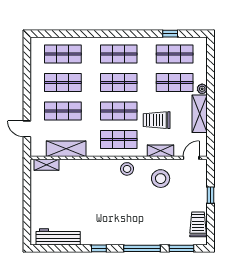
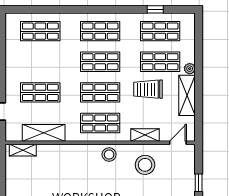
shop shelf: (63, 82) -> (40, 62), removed
trolley: (157, 120) -> (148, 89), moved

